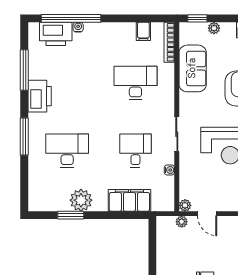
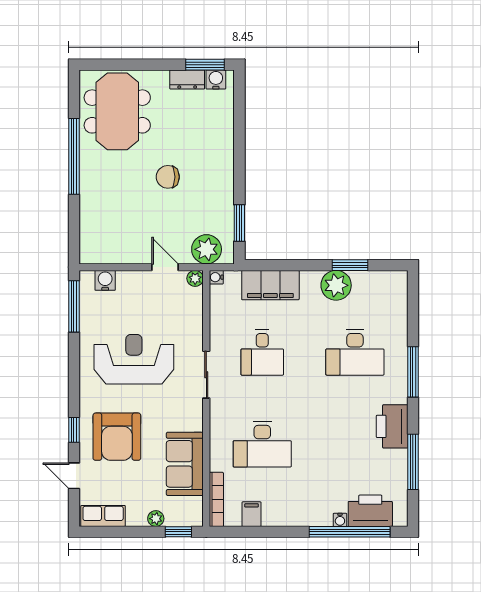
water cooler: (169, 170) -> (216, 277), moved
plant: (182, 222) -> (207, 249), width x1.87, depth x1.87
window: (152, 246) -> (239, 223), added

